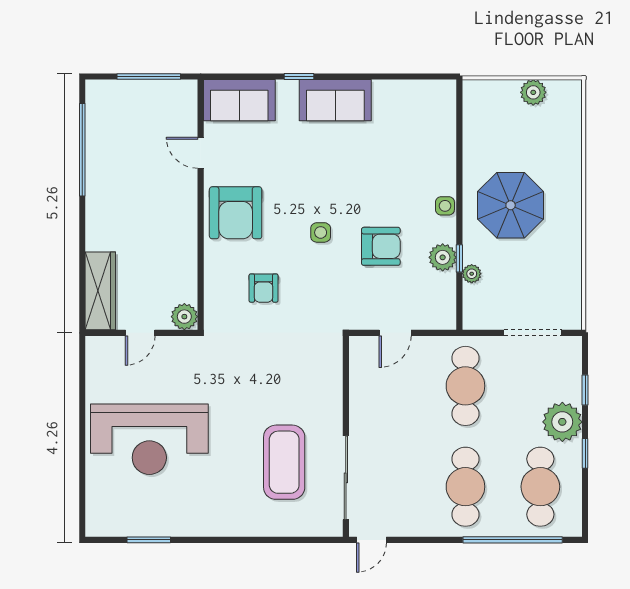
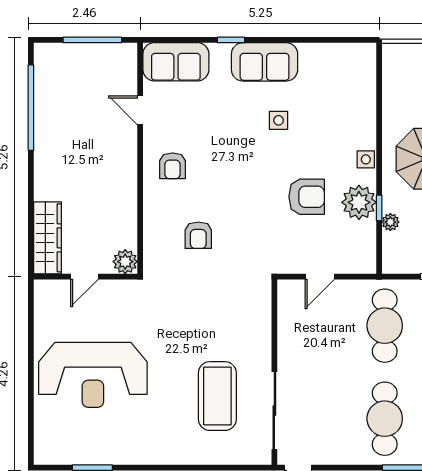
armchair: (236, 213) -> (173, 166), width x0.53, depth x0.53
side table: (321, 232) -> (279, 120), moved
plant: (443, 257) -> (359, 202), width x1.36, depth x1.36

